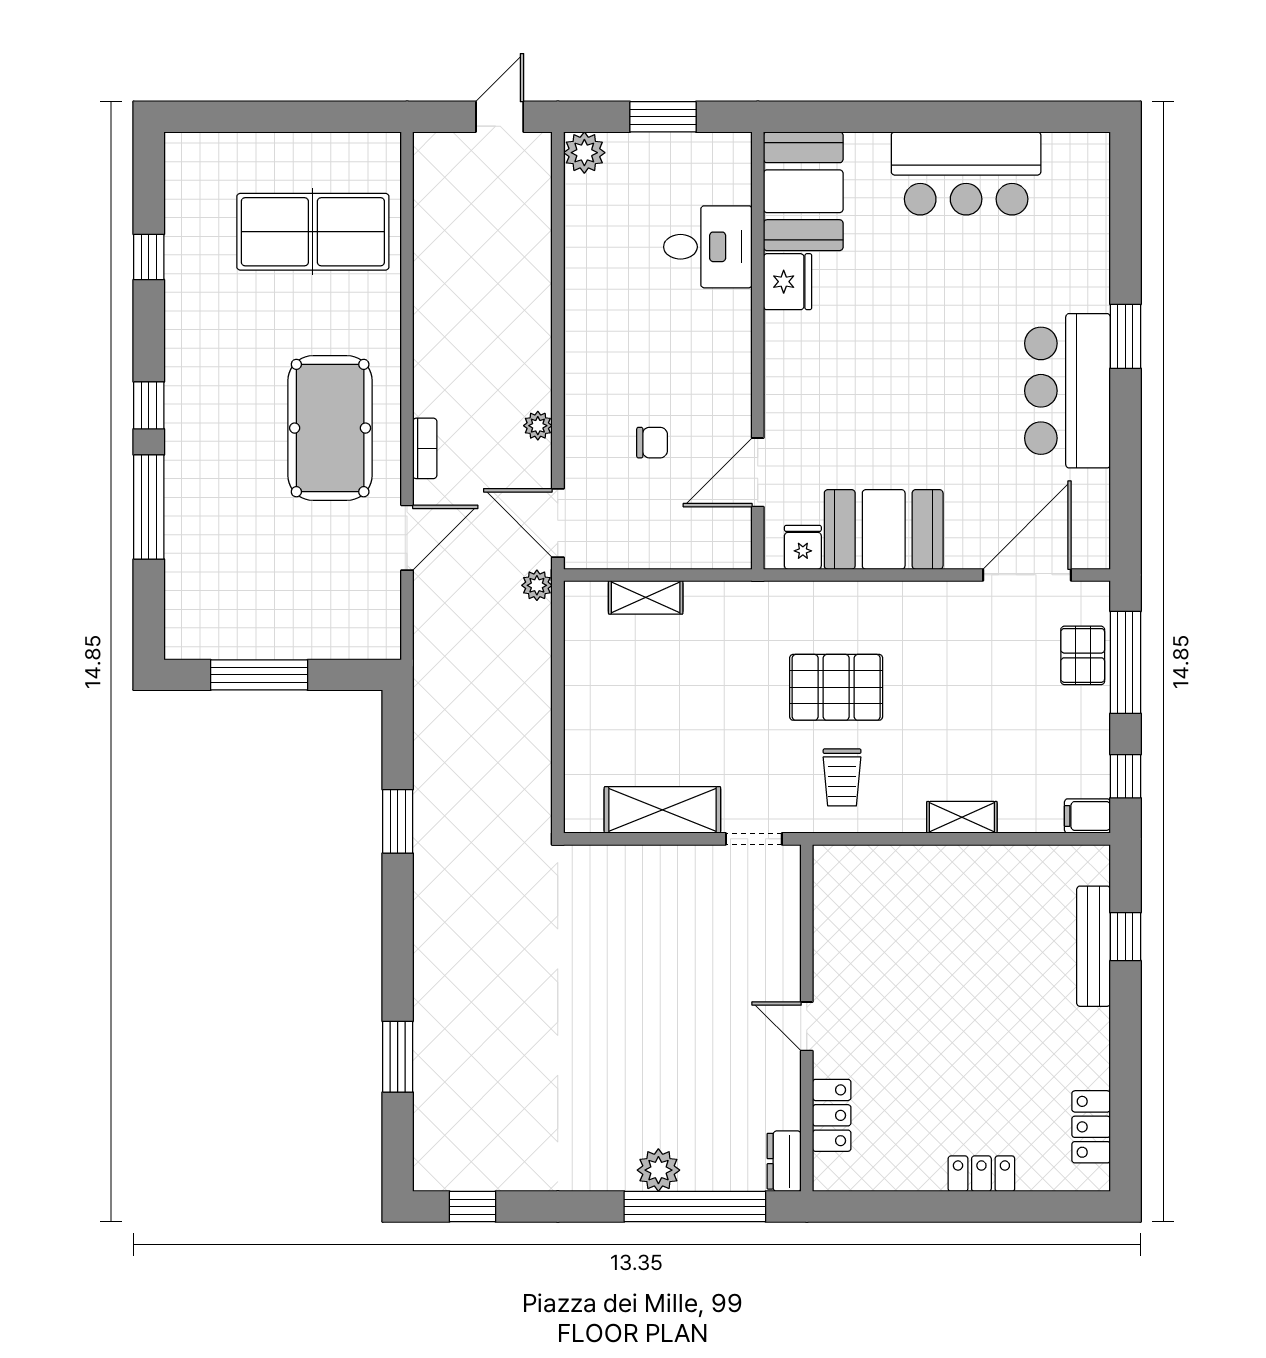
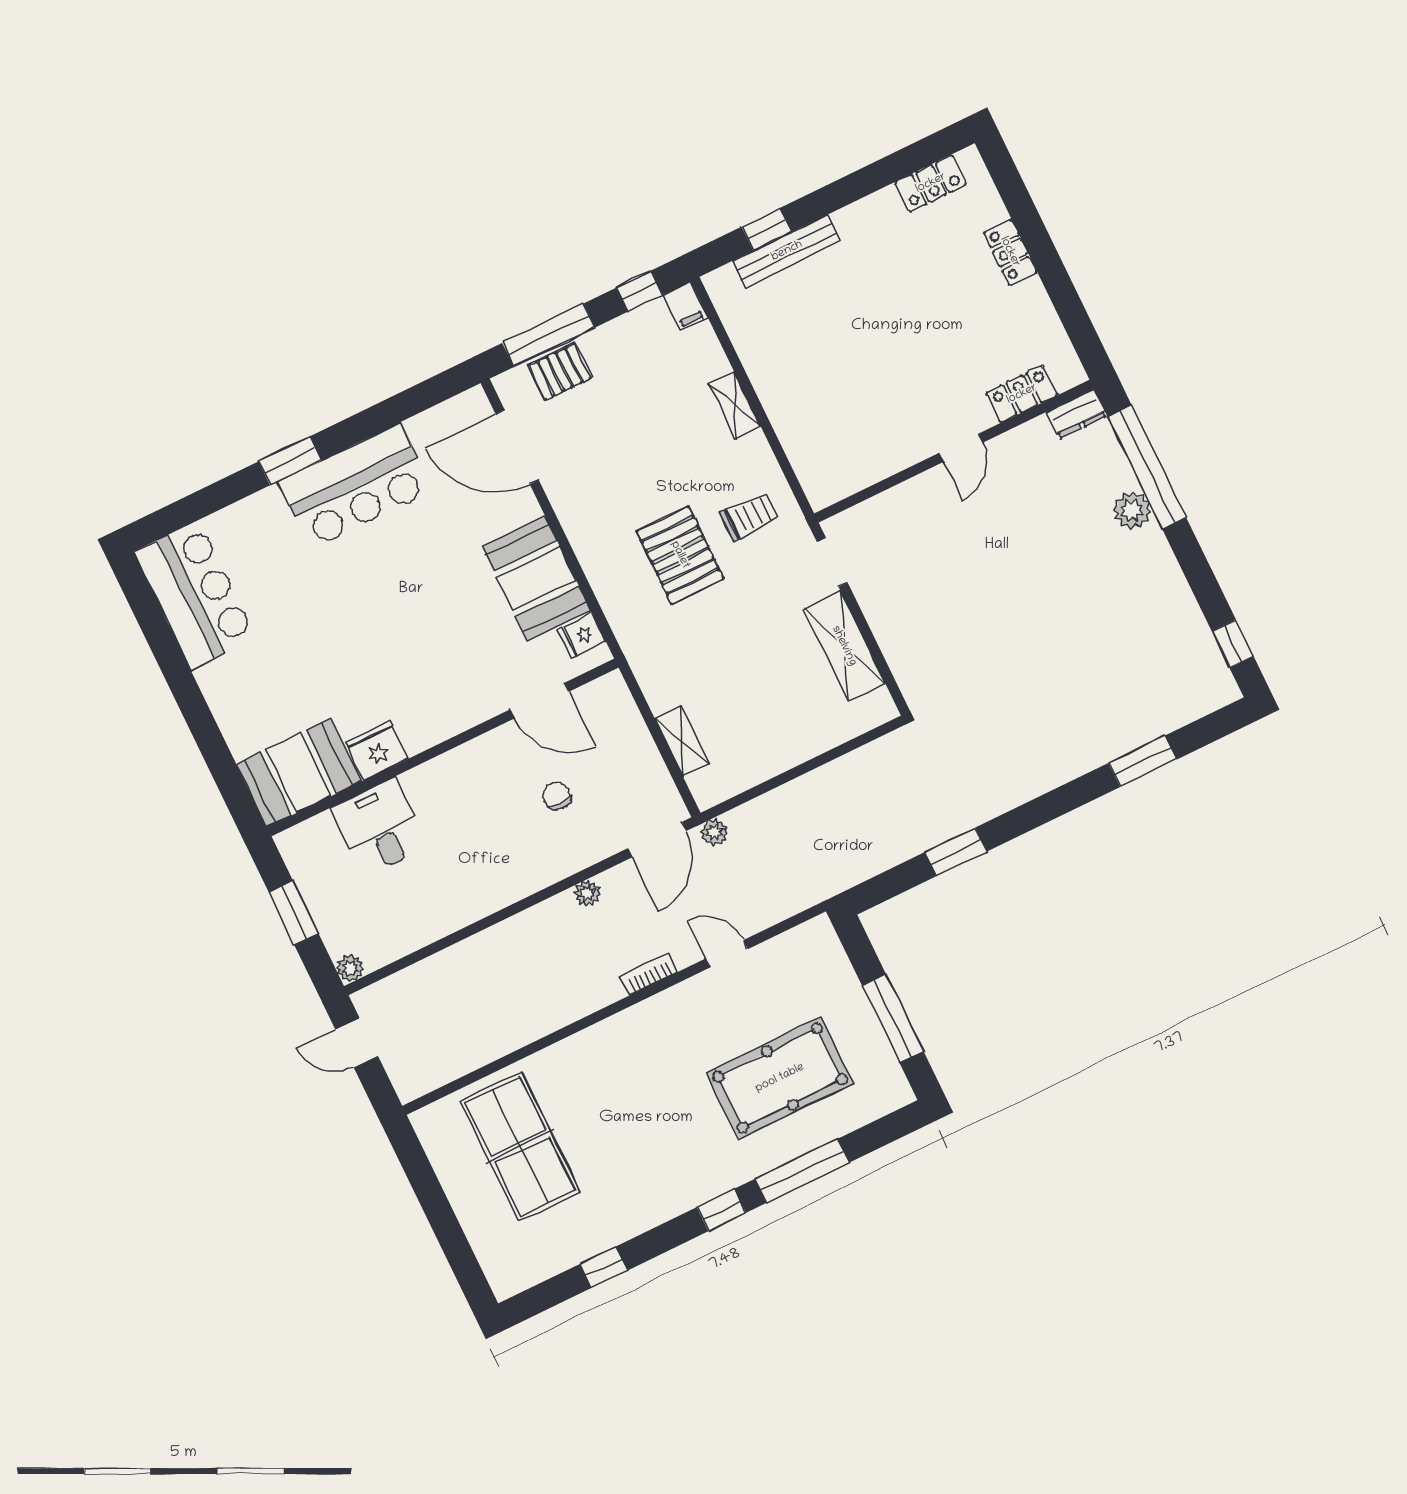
plant: (584, 153) -> (350, 968), width x0.73, depth x0.73
bar counter: (966, 173) -> (195, 595), moved
pool table: (330, 428) -> (780, 1078), moved
door: (407, 538) -> (727, 954), width x0.73

